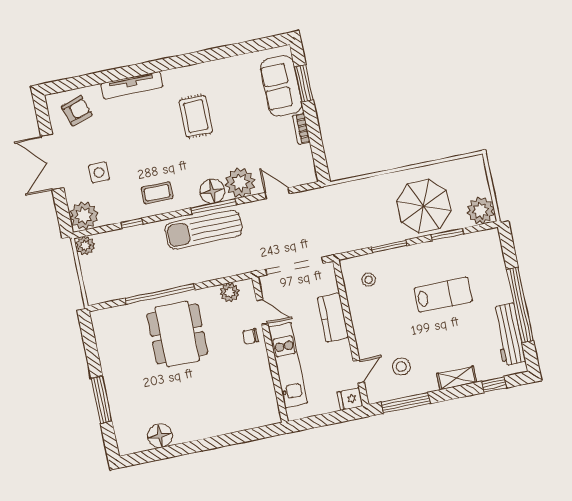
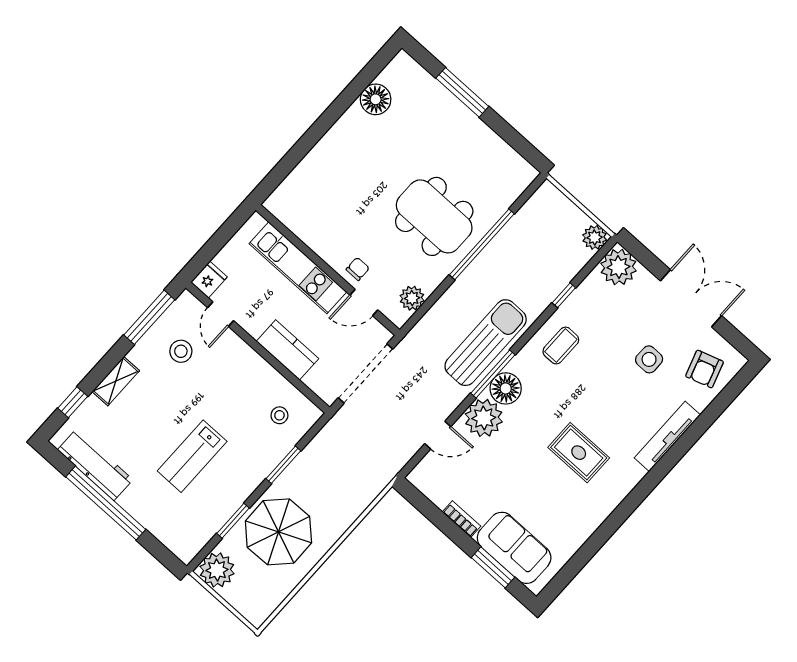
side table: (99, 173) -> (649, 359), moved

